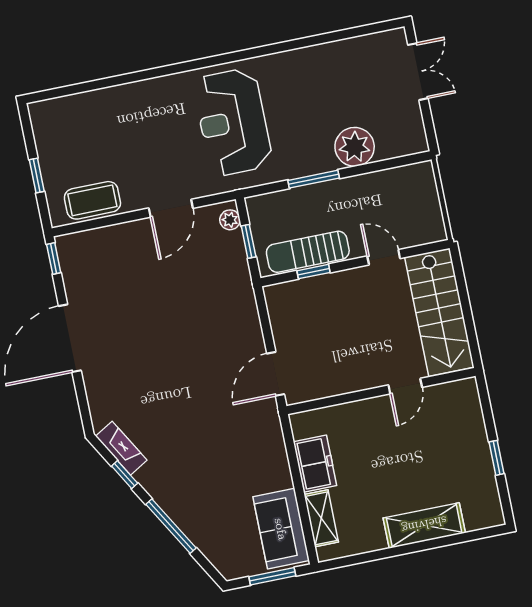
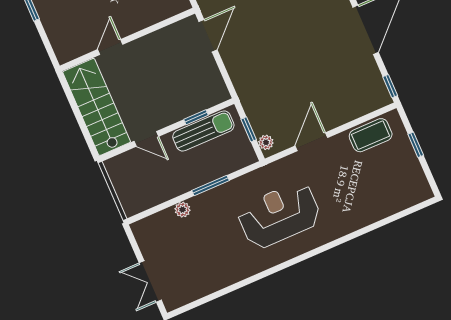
reception desk: (233, 122) -> (279, 215), turned -90
plant: (355, 147) -> (183, 210), width x0.53, depth x0.53

